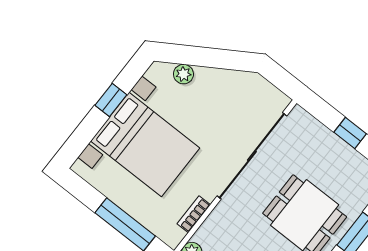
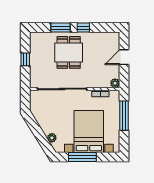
window: (111, 100) -> (82, 157), width x2.17

